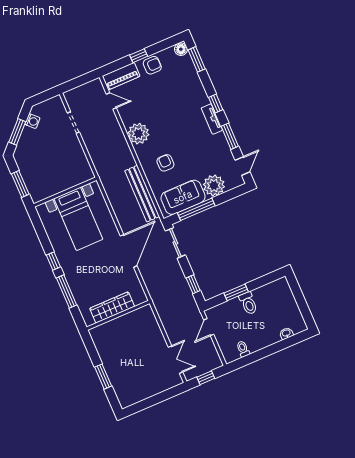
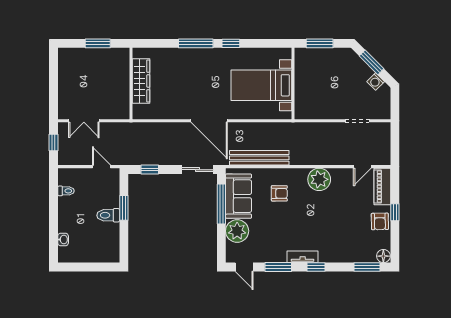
wardrobe: (112, 307) -> (141, 81), moved
wall: (118, 315) -> (131, 83), moved

